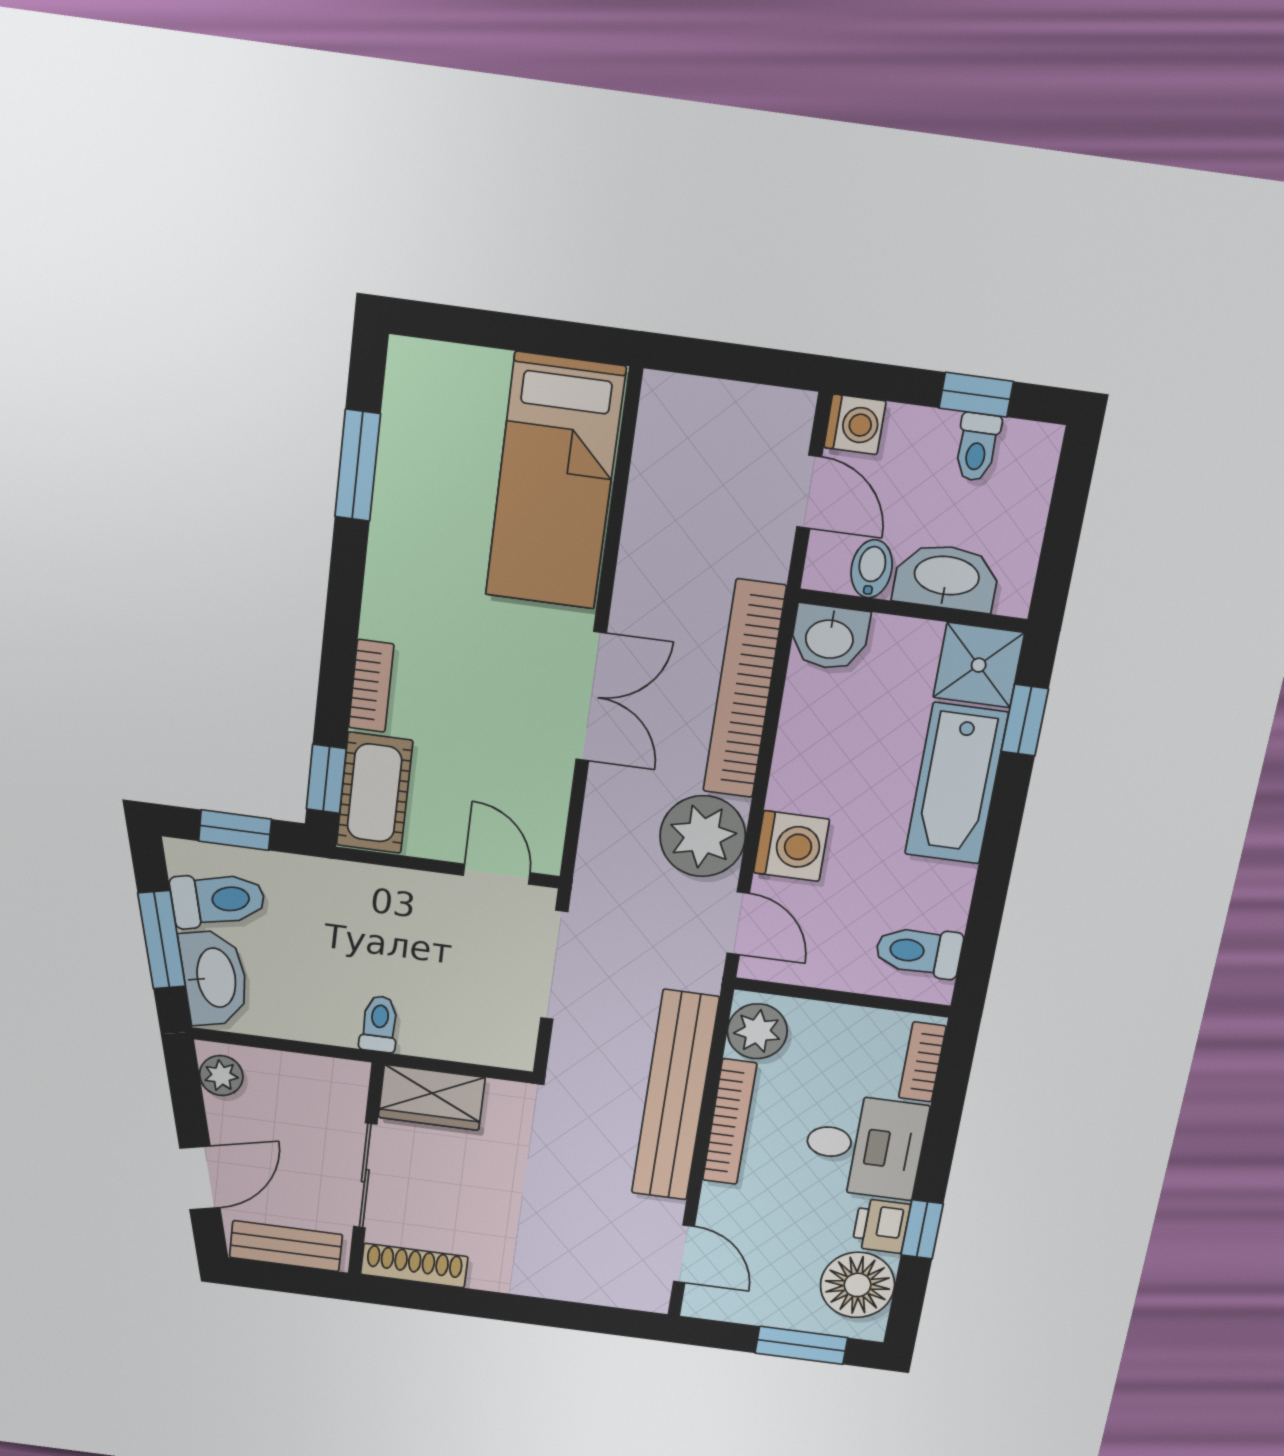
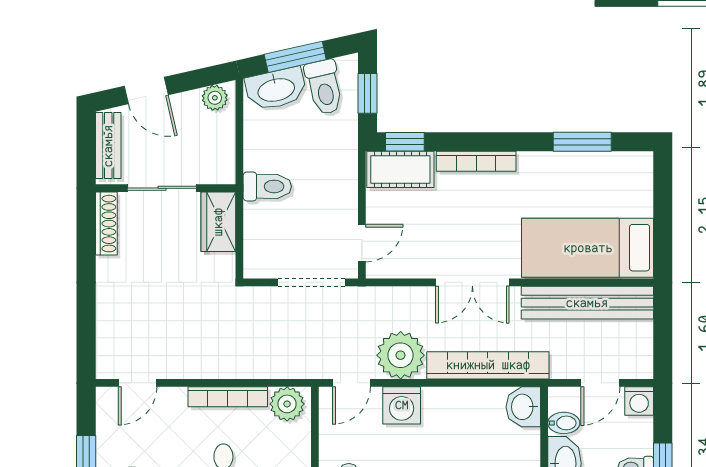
bookcase: (371, 686) -> (476, 161), width x1.56
toilet: (379, 1024) -> (267, 186), width x1.37, depth x1.39
bench: (675, 1096) -> (587, 303), moved

